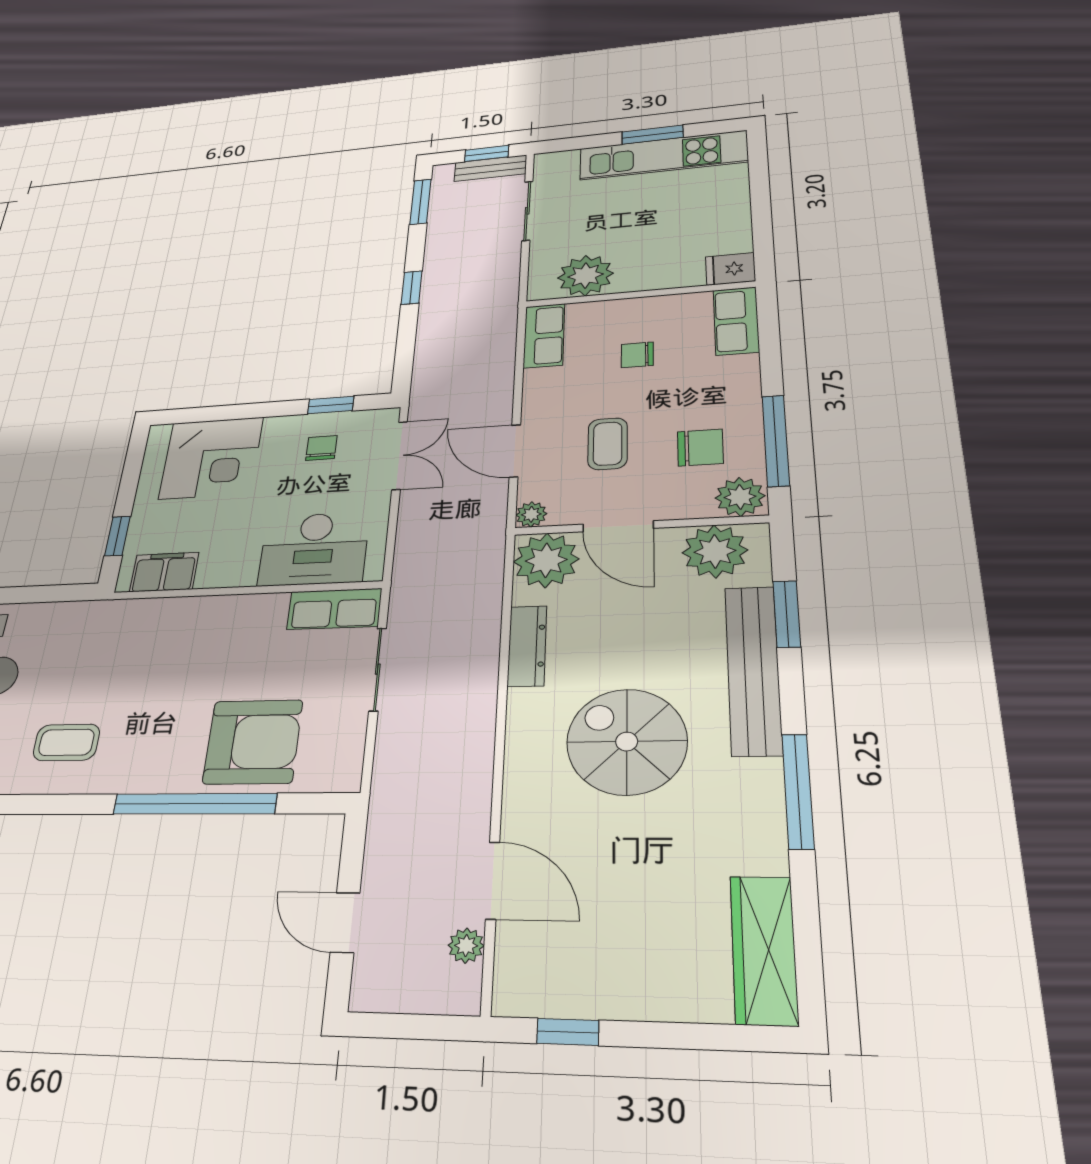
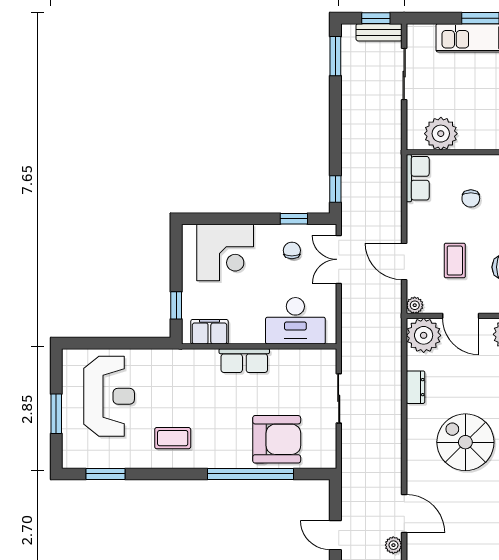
window: (412, 288) -> (335, 189), moved
chair: (637, 355) -> (471, 198), turned -90
double door: (400, 455) -> (339, 259), swing flipped
row of seats: (334, 609) -> (244, 361), moved
dresser: (527, 646) -> (416, 387), width x0.70

